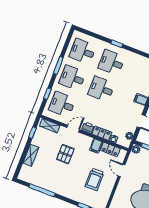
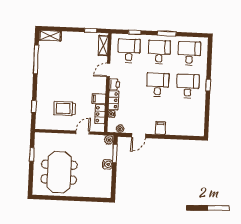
door: (73, 129) -> (108, 70), swing flipped
pallet: (65, 154) -> (80, 71), removed
shelving: (31, 155) -> (50, 36), moved

